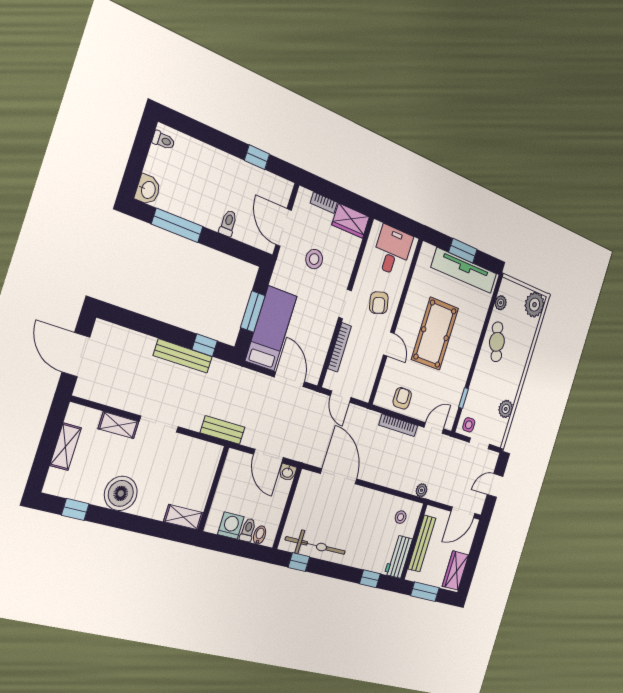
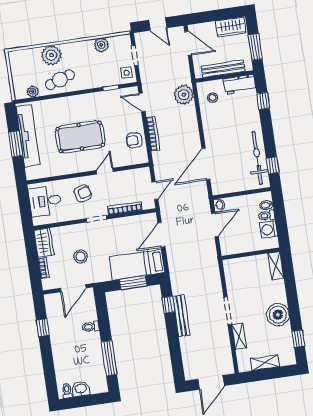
washbasin: (148, 190) -> (81, 389), moved
plant: (534, 305) -> (51, 55), moved
bench: (223, 430) -> (213, 266), removed
plant: (422, 490) -> (184, 95), width x1.88, depth x1.88

